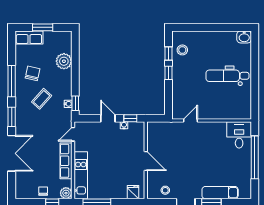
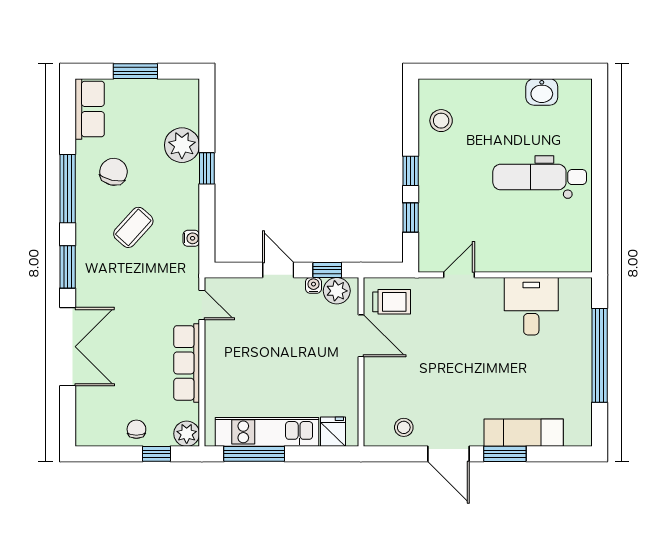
row of seats: (29, 37) -> (90, 109), moved, turned -90
washbasin: (244, 37) -> (542, 92), moved
window: (168, 54) -> (411, 217), moved
window: (75, 103) -> (207, 168), moved
plant: (135, 128) -> (337, 291), added
trolley: (160, 133) -> (392, 302), added
door: (73, 134) -> (202, 305), swing flipped
desk: (239, 135) -> (531, 306), moved
door: (146, 161) -> (361, 336), moved
kitchen unit: (81, 175) -> (267, 432), moved, turned -90

